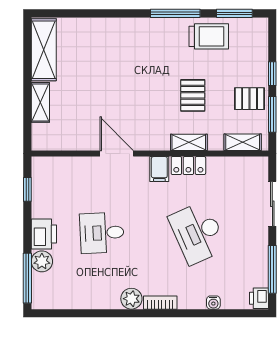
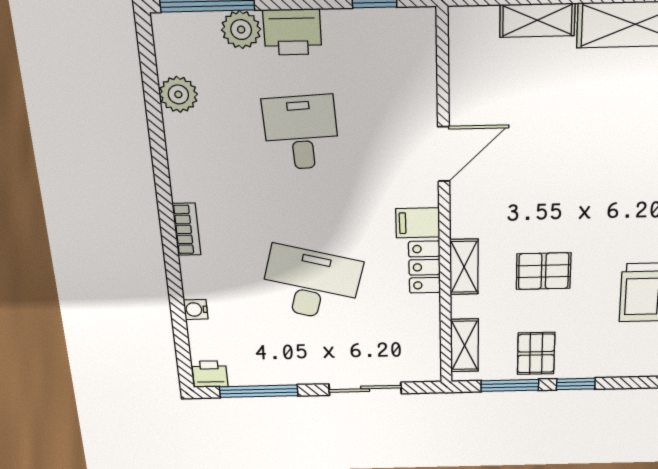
desk: (198, 233) -> (311, 284), turned 39
plant: (131, 299) -> (178, 94), moved

